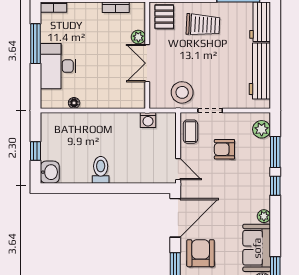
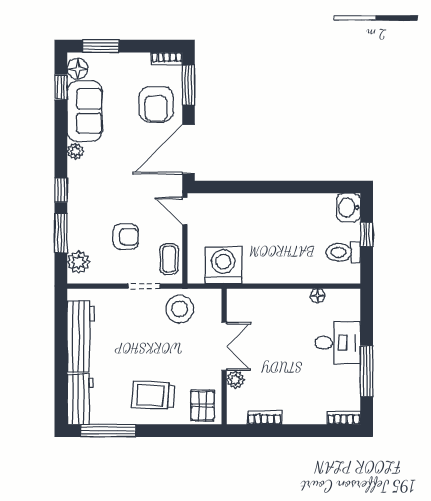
desk: (58, 66) -> (338, 343), width x0.73
washing machine: (148, 120) -> (223, 265), width x1.89, depth x1.89
toilet: (101, 170) -> (343, 252), moved, turned 90

